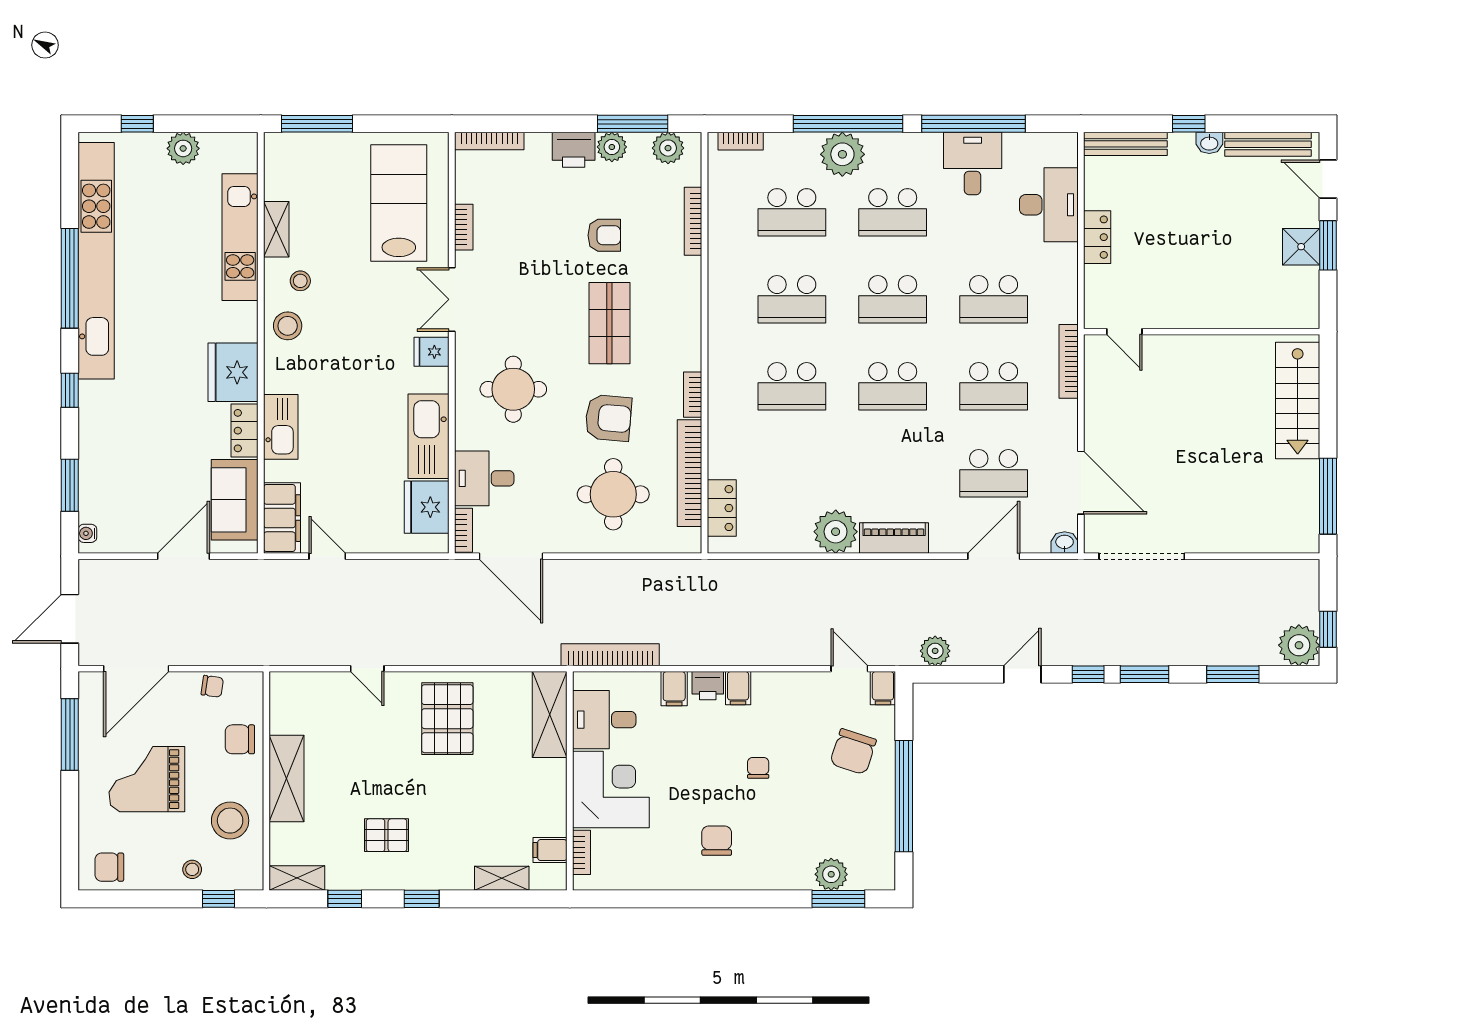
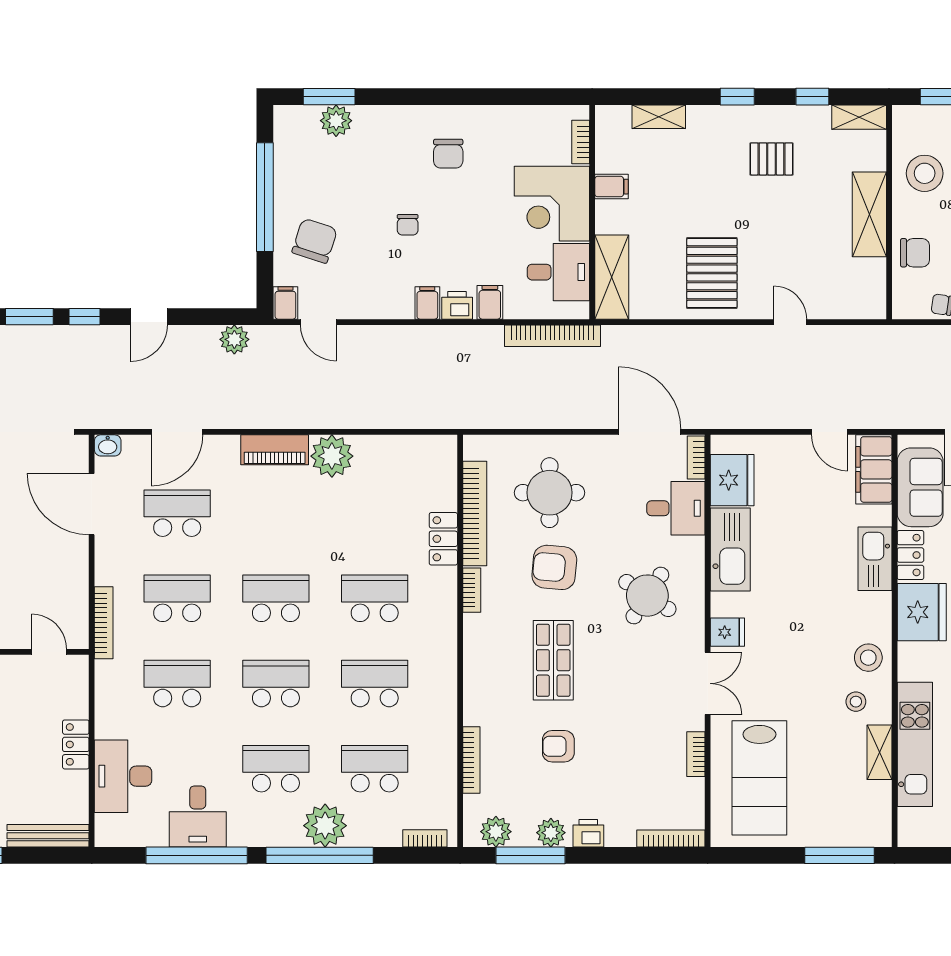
printer: (574, 150) -> (588, 833), width x0.73, depth x0.81
round table: (513, 389) -> (647, 596), turned 33
locker: (722, 508) -> (443, 539), moved
filing cabinet: (550, 850) -> (611, 187), moved

